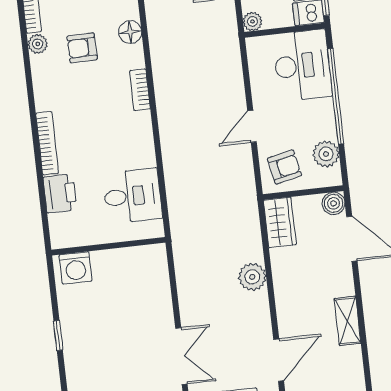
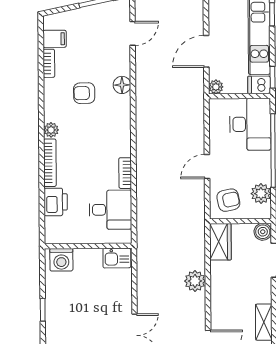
plant: (38, 44) -> (51, 130), moved
bookcase: (140, 90) -> (125, 173), moved
kitchen sink: (147, 258) -> (117, 258), added

